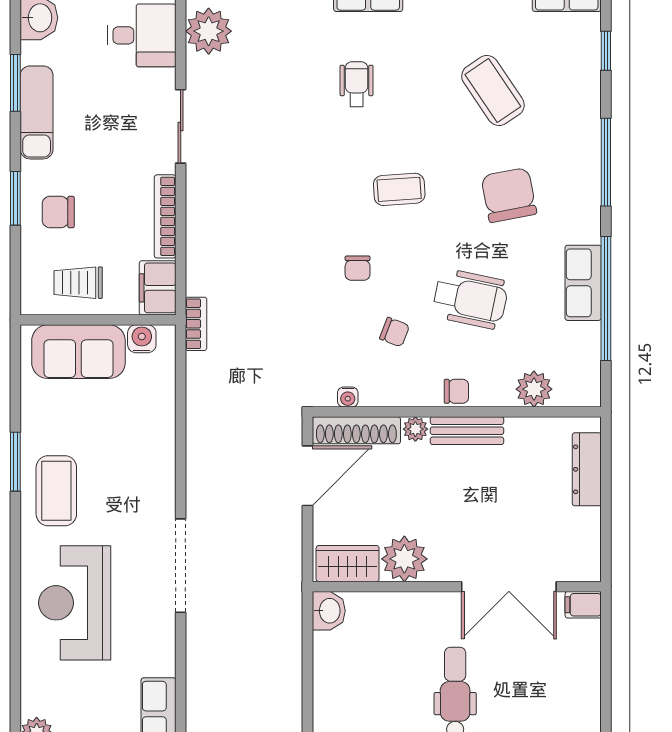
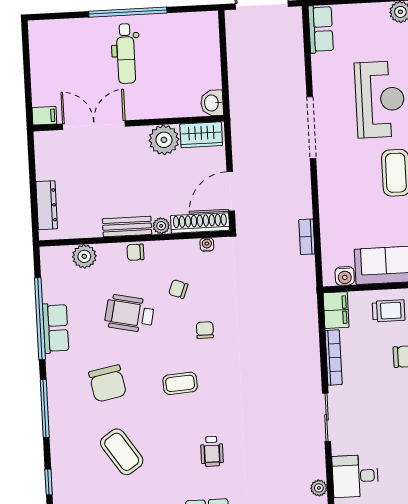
plant: (209, 31) -> (319, 488), width x0.53, depth x0.53
bookcase: (196, 324) -> (307, 237), moved

